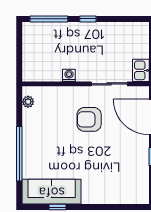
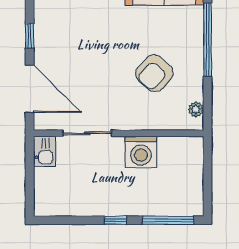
washing machine: (69, 75) -> (141, 152), width x1.89, depth x1.89
armchair: (89, 119) -> (154, 73), moved, turned 131

